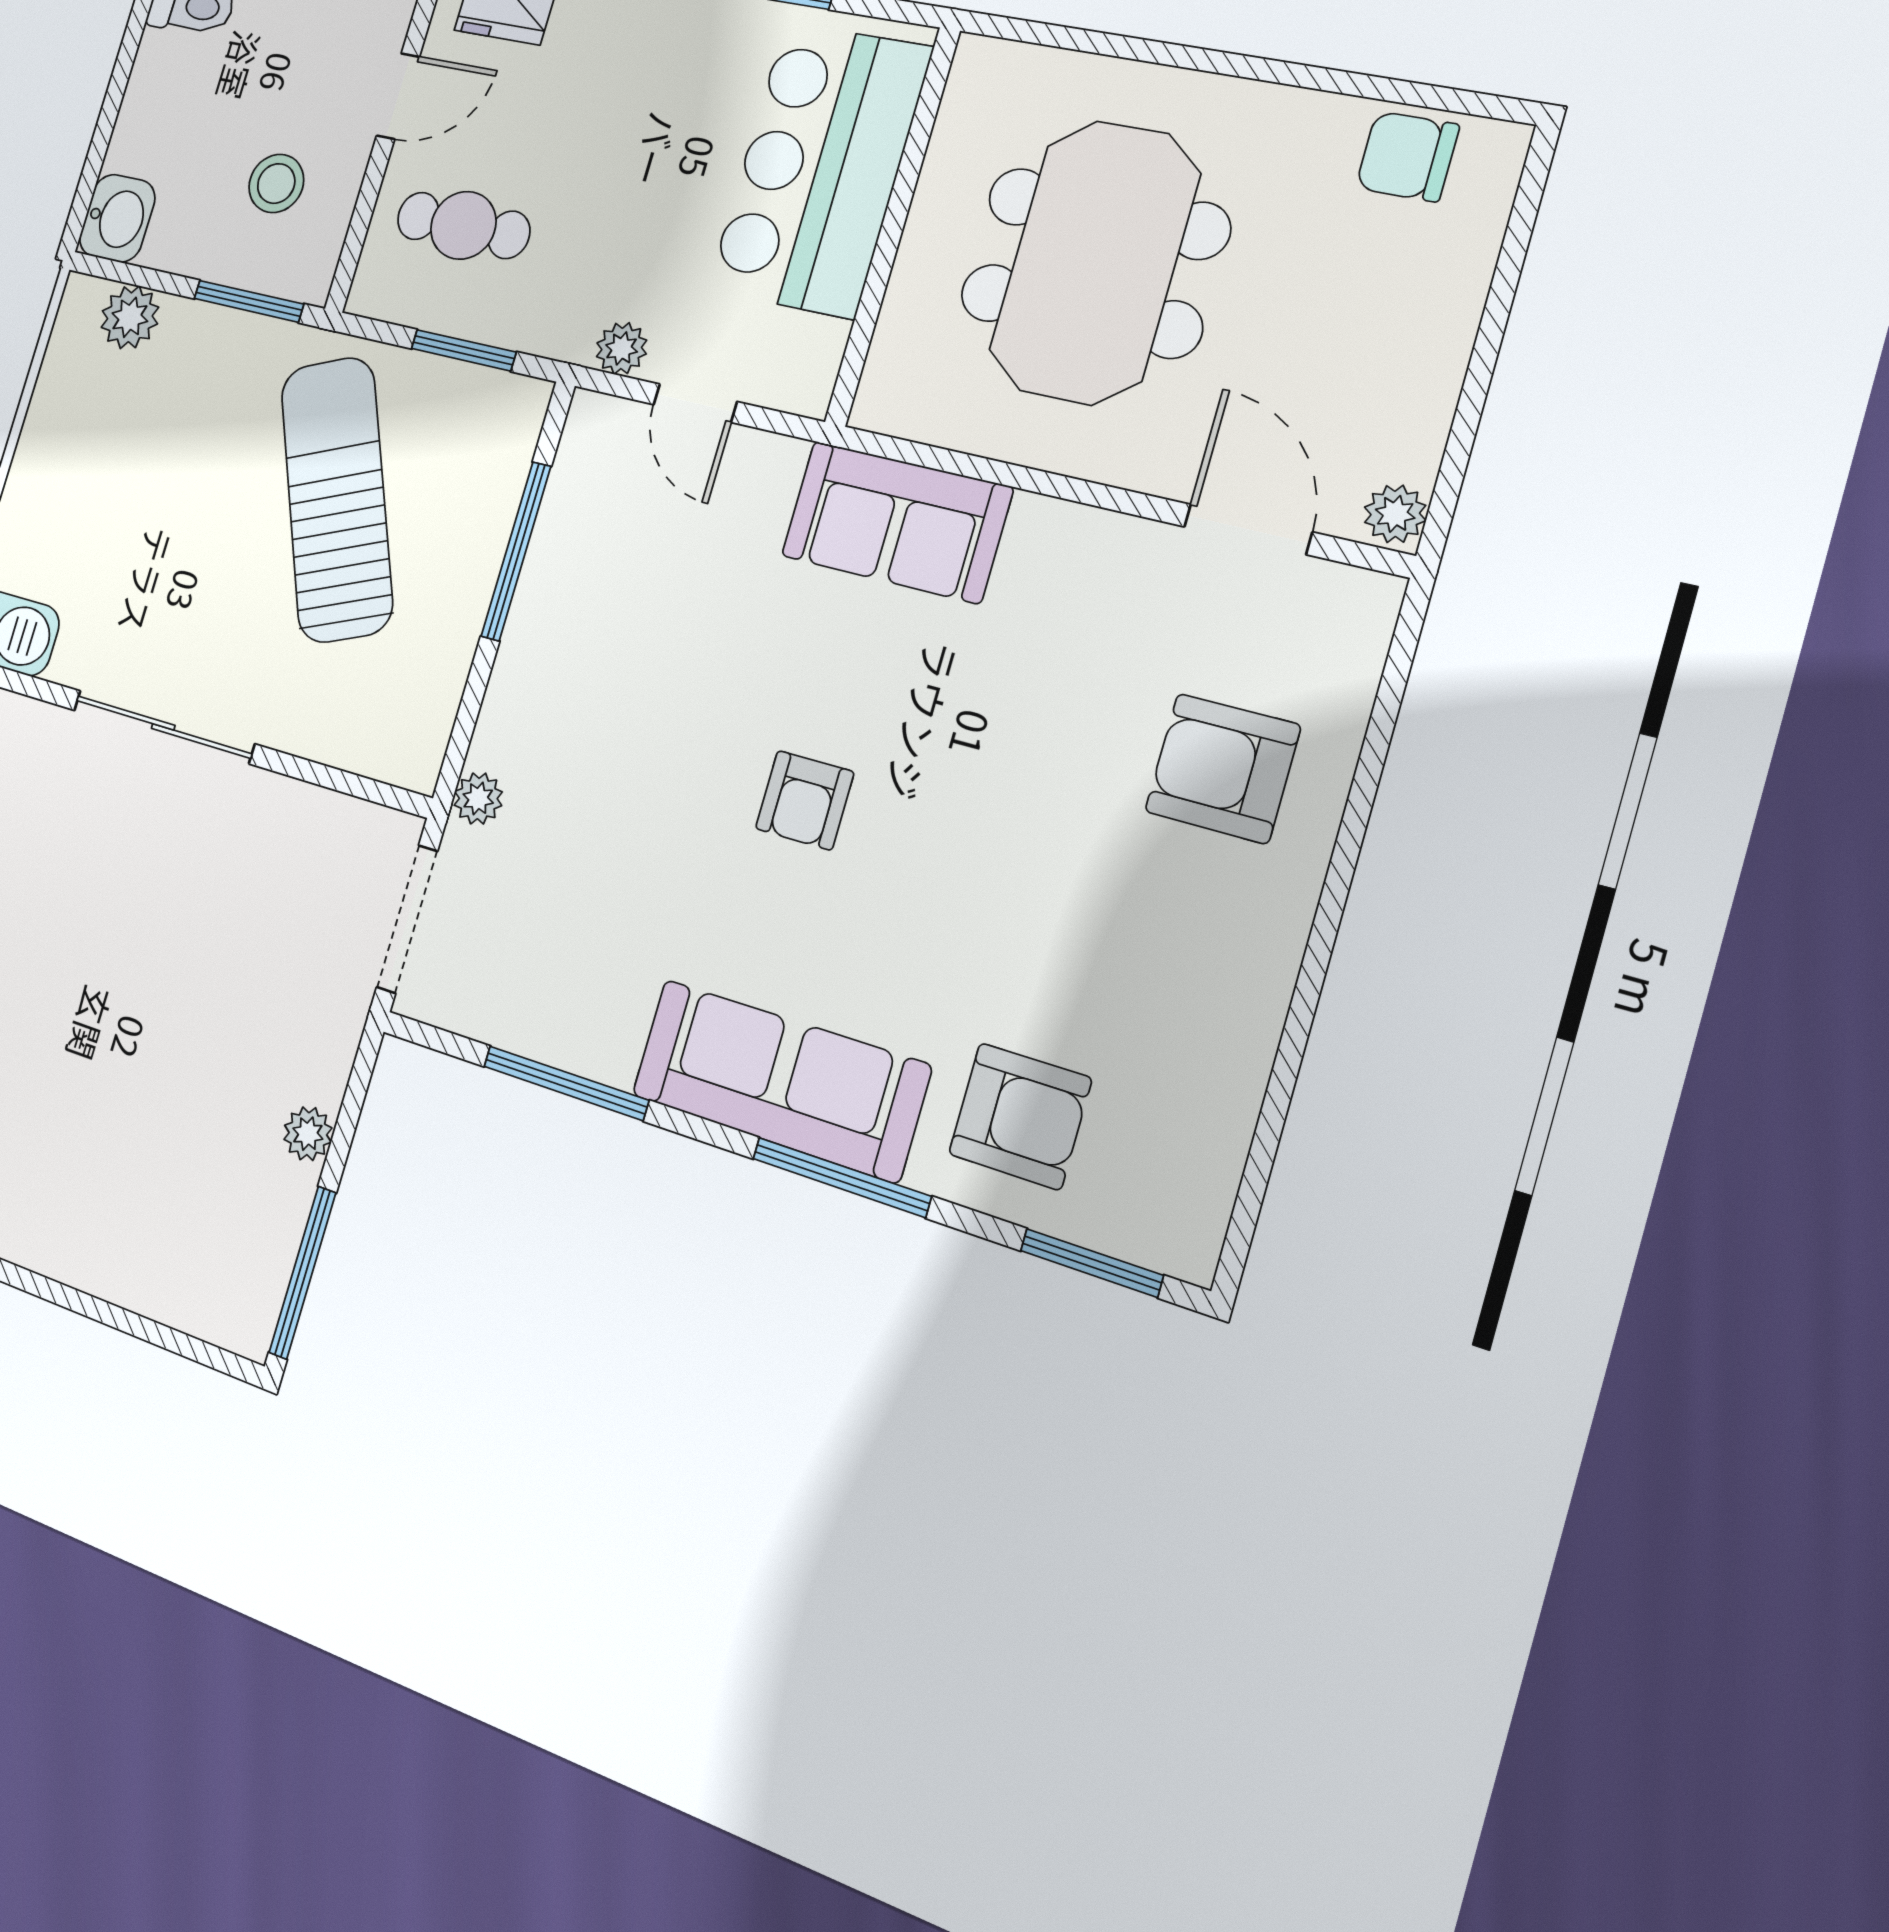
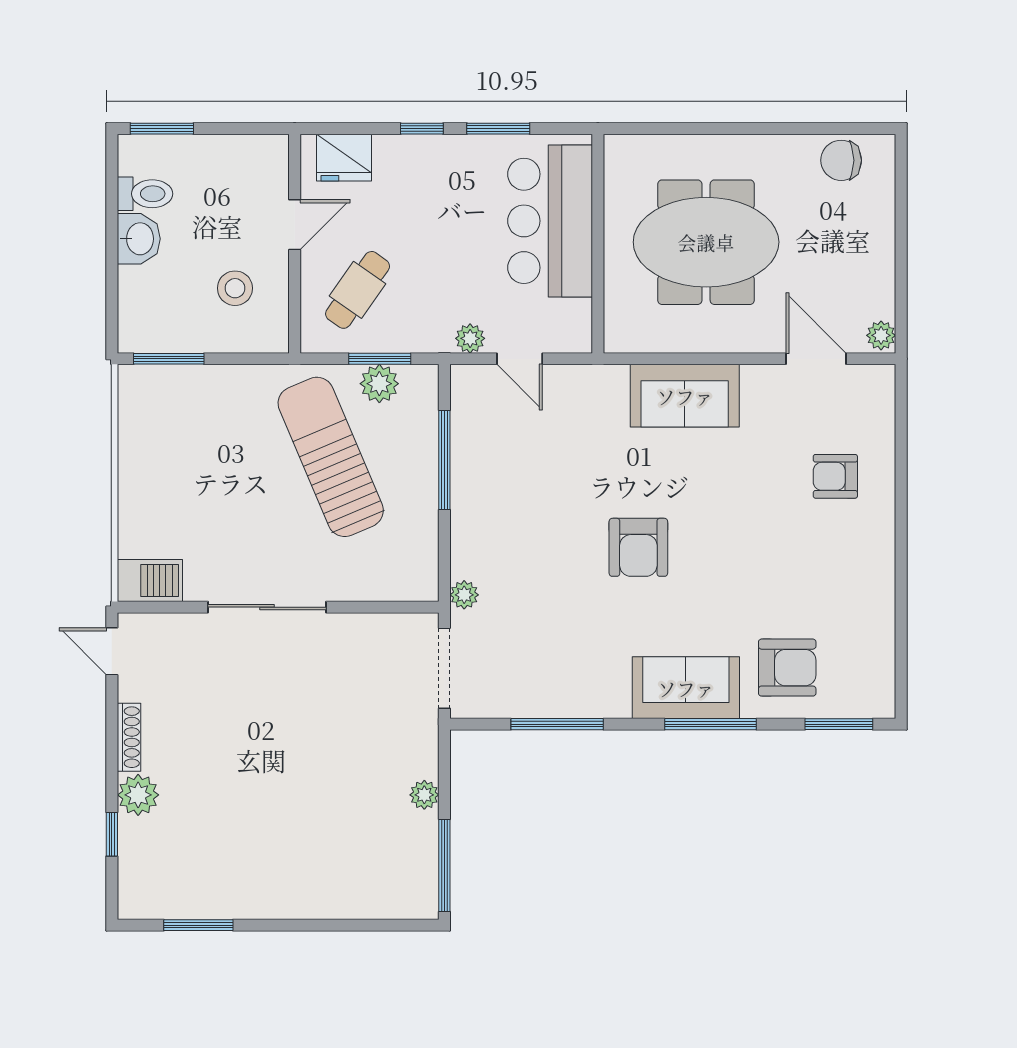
washbasin: (117, 218) -> (139, 239), moved
cafe table: (463, 225) -> (358, 290), turned -55
meeting table: (1094, 262) -> (706, 242), turned 90
window: (249, 301) -> (169, 359), moved
plant: (130, 317) -> (379, 384), moved
sofa: (896, 522) -> (685, 396), moved
armchair: (1223, 768) -> (835, 476), width x0.72, depth x0.72
armchair: (805, 800) -> (638, 547), width x1.38, depth x1.38
sofa: (780, 1080) -> (686, 688), width x0.73

